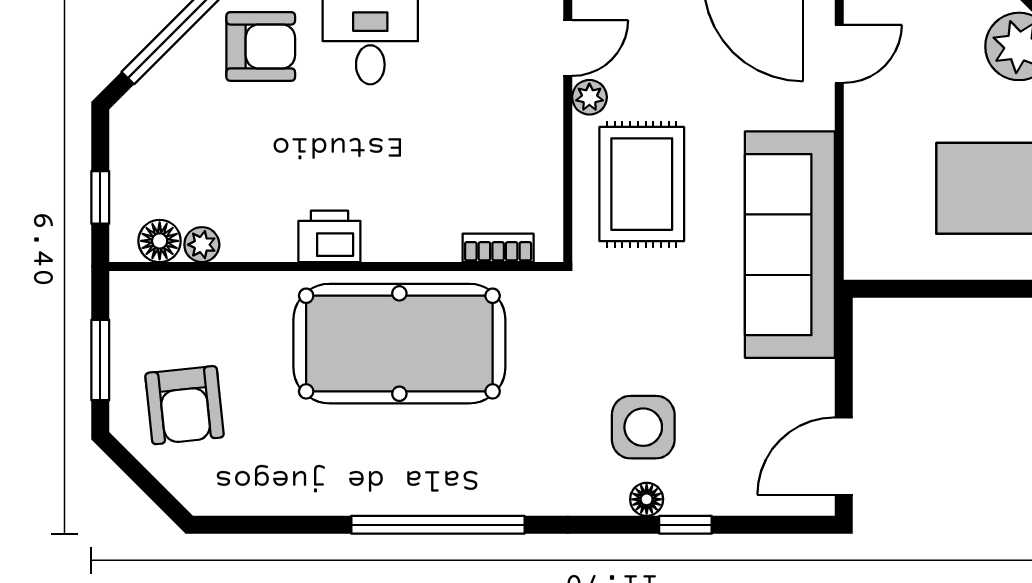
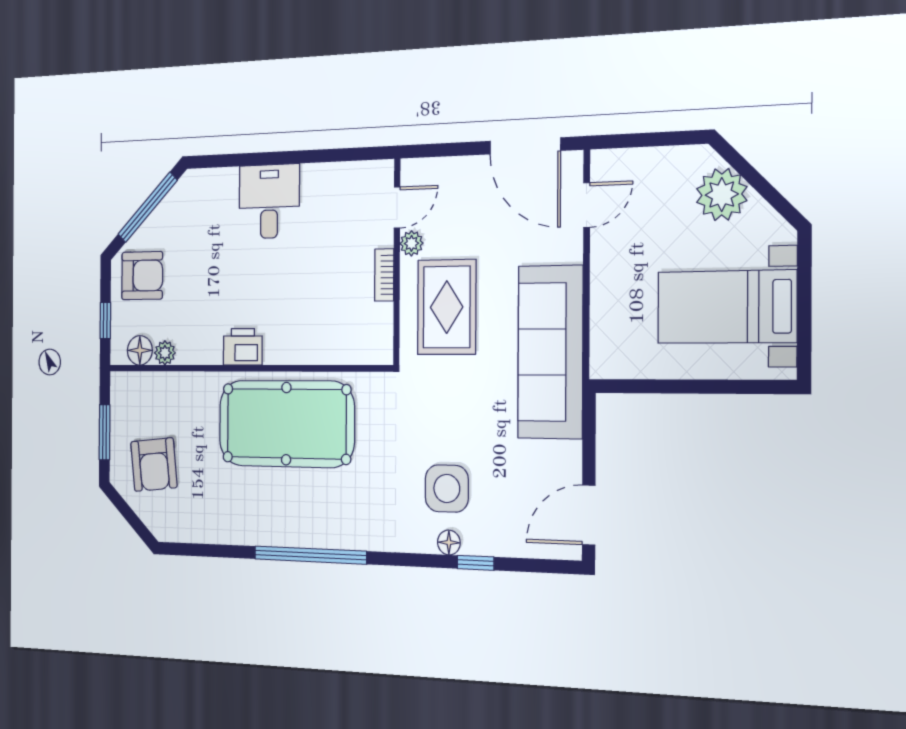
armchair: (261, 46) -> (142, 276), moved
bookcase: (498, 248) -> (384, 275), moved, turned -90

